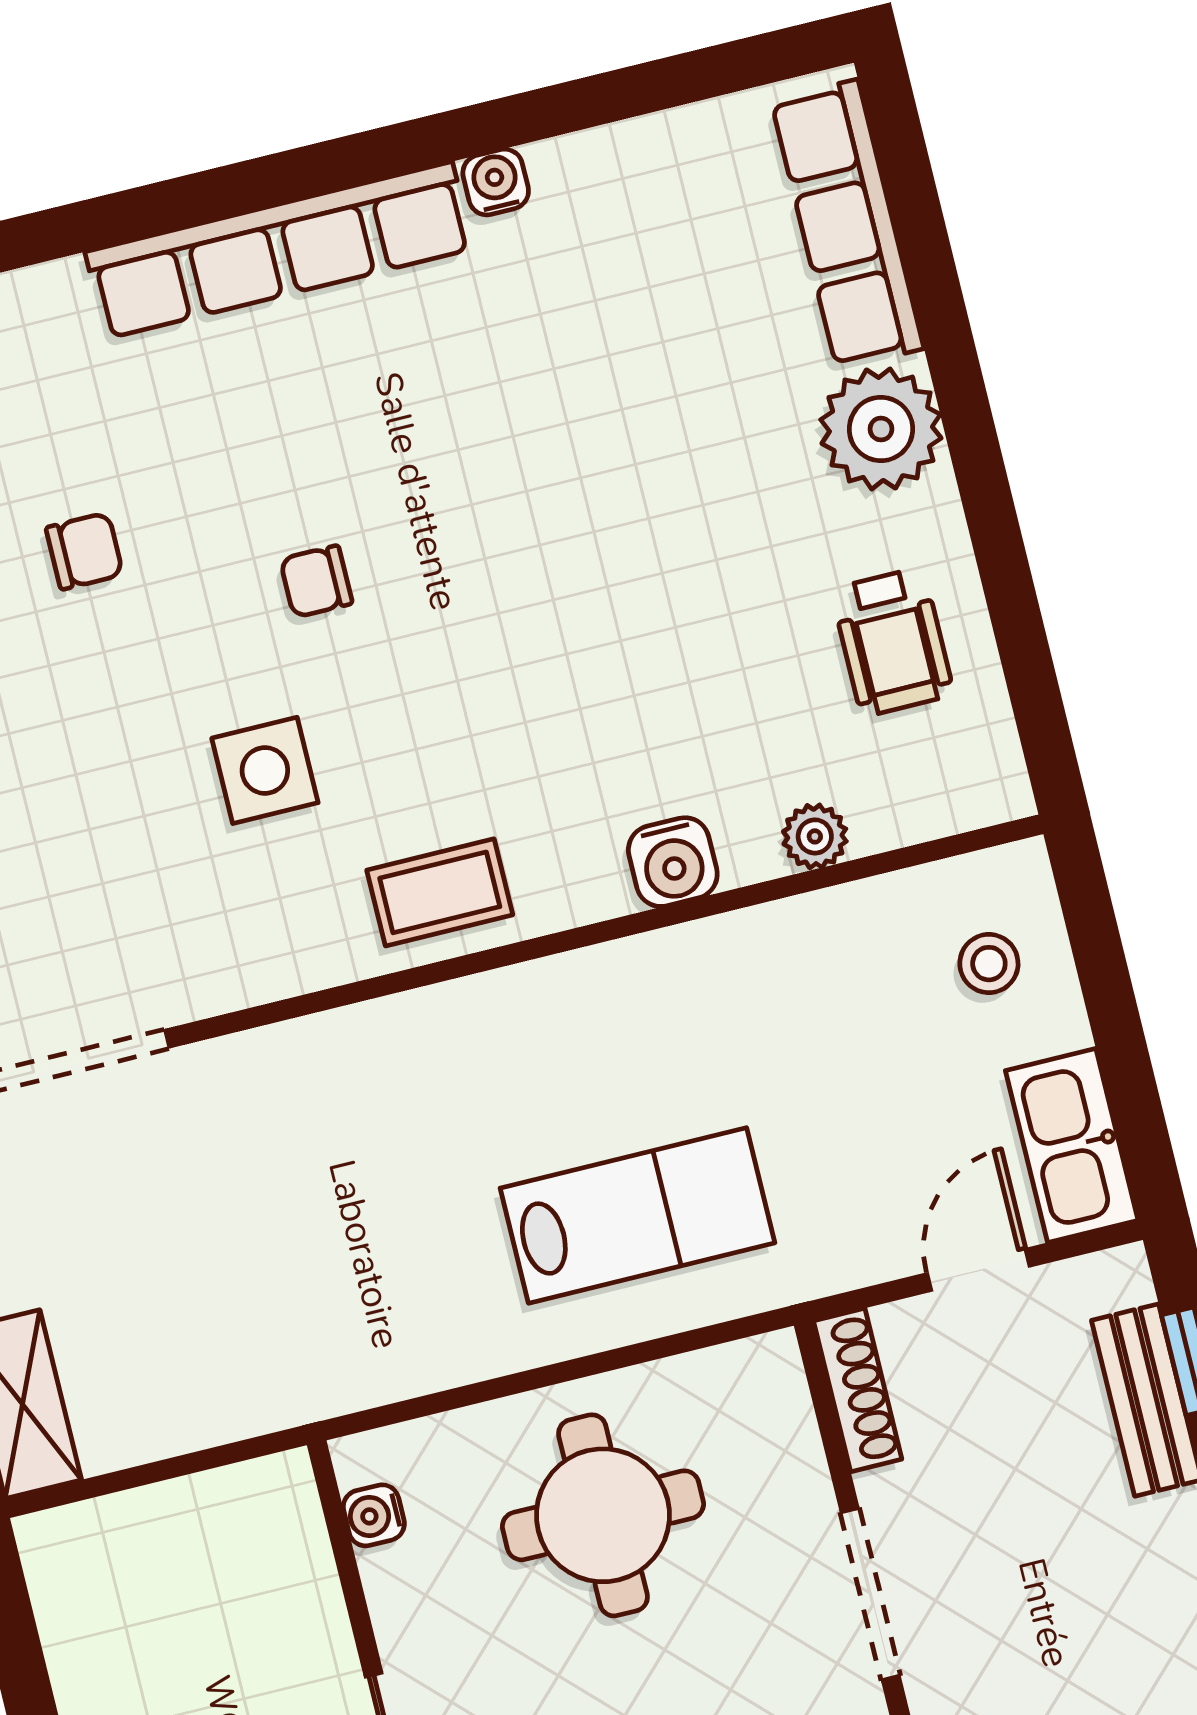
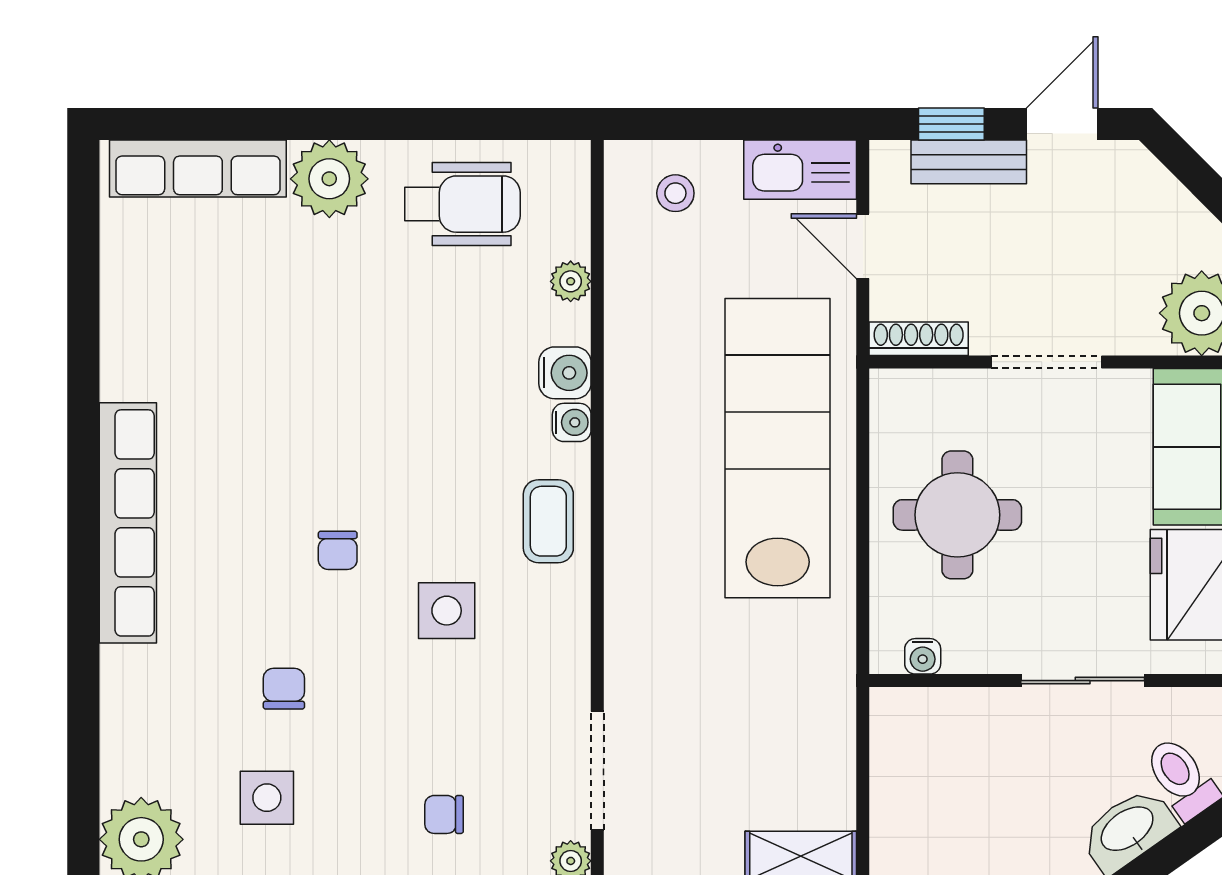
water cooler: (496, 182) -> (572, 422), moved, turned 180
wheelchair: (892, 642) -> (462, 204), width x1.36, depth x1.37
lab bench: (637, 1215) -> (778, 448), width x1.86, depth x1.39

